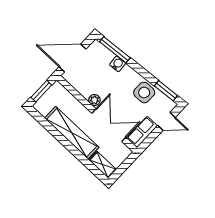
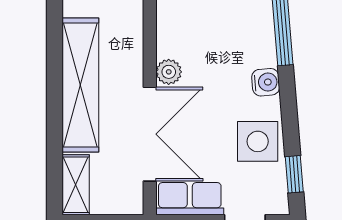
water cooler: (118, 64) -> (266, 82), moved
window: (166, 91) -> (294, 174), width x0.67

